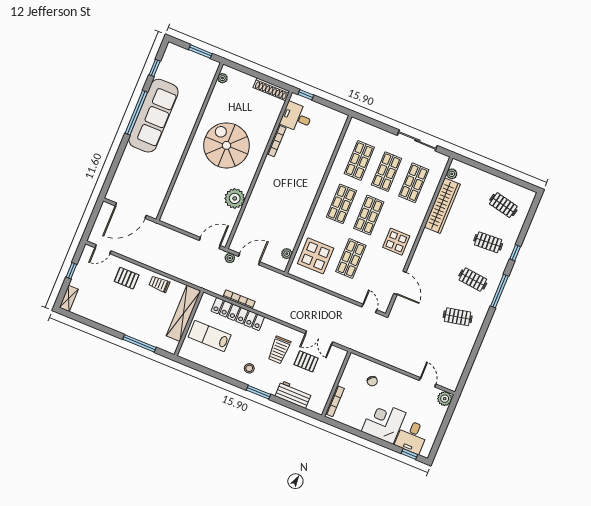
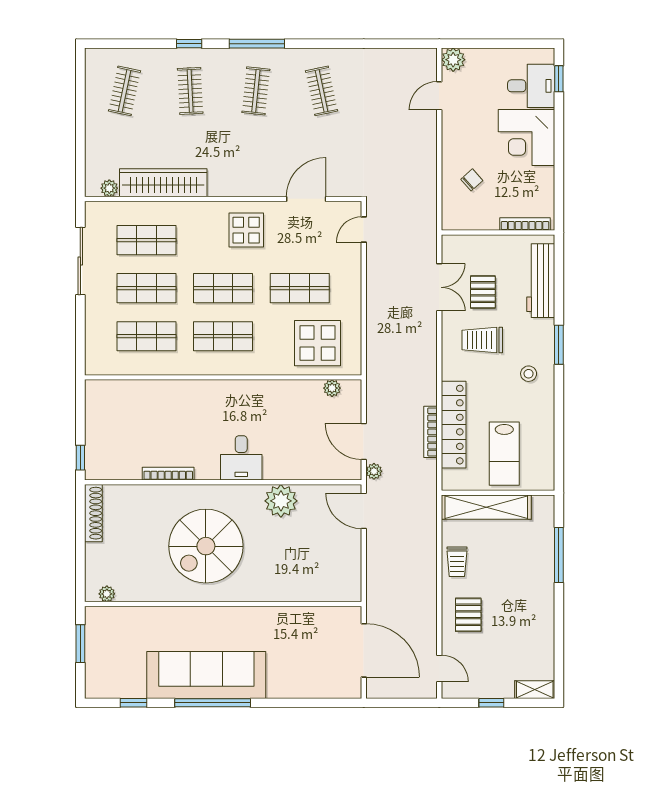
desk: (296, 117) -> (241, 458), moved
trolley: (279, 350) -> (482, 340), turned 180
workbench: (293, 395) -> (541, 281), width x1.38

